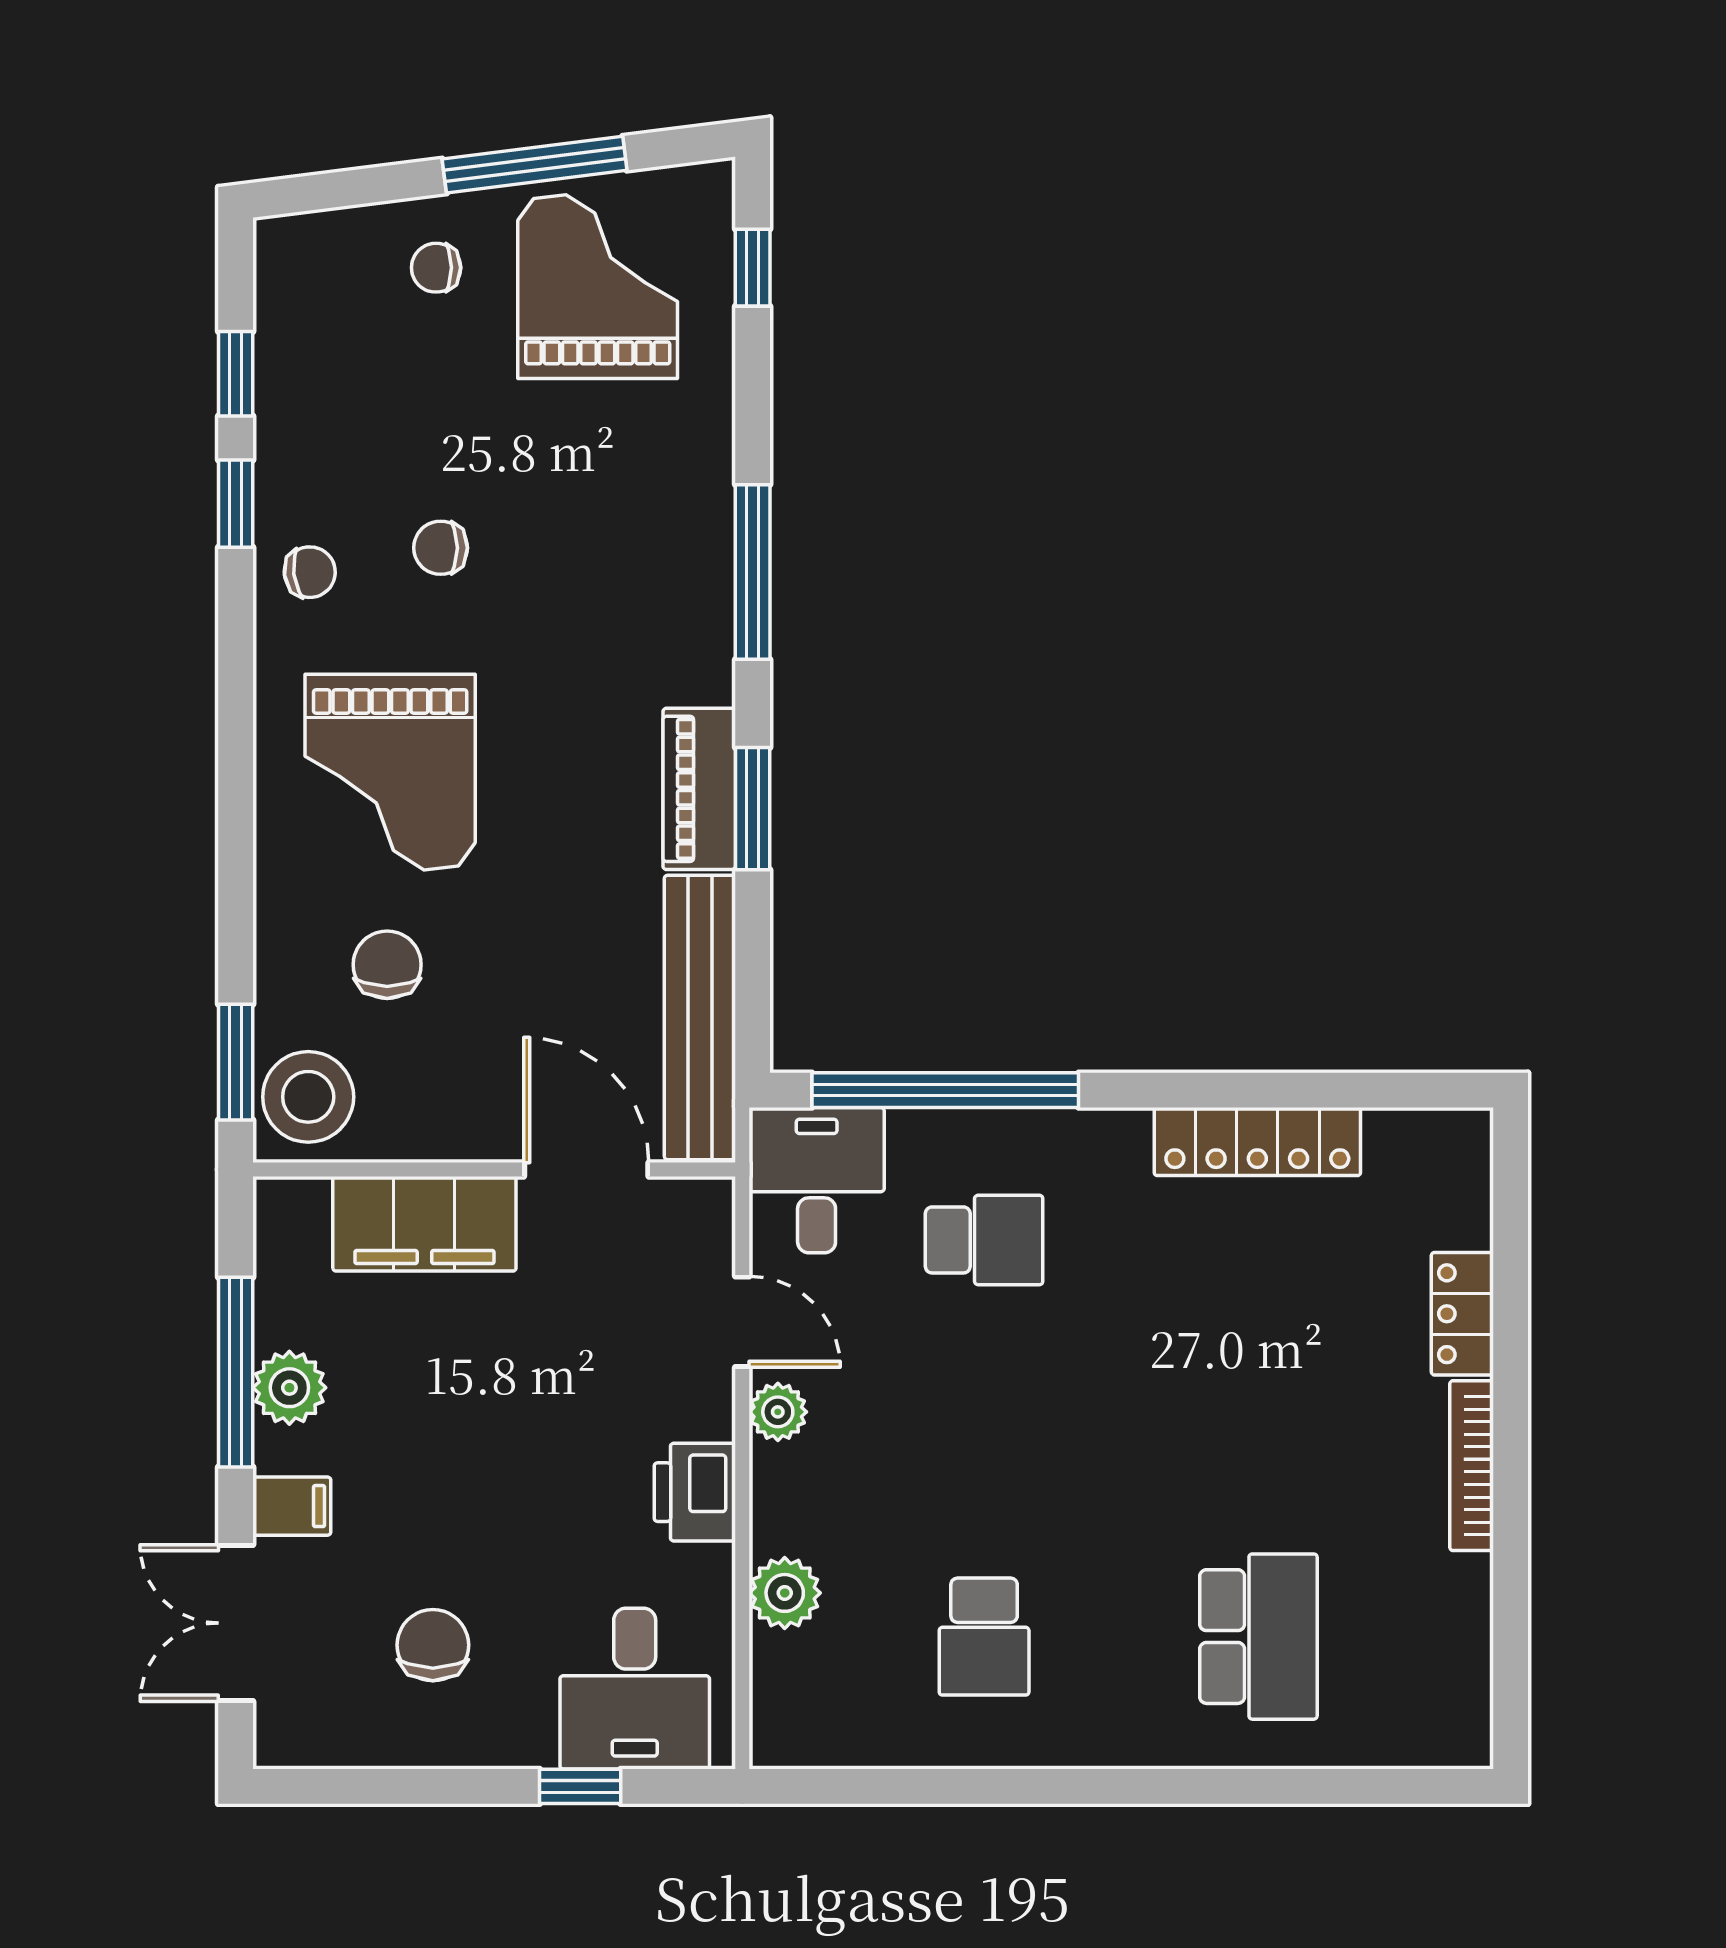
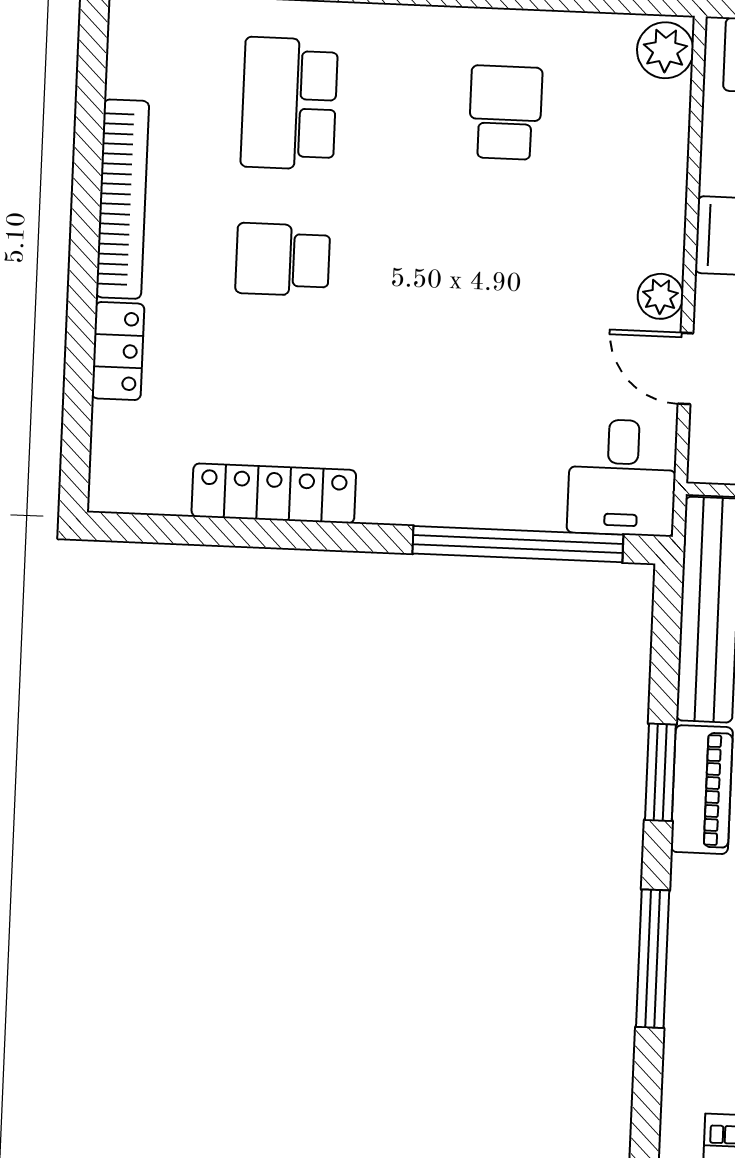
school desk: (984, 1240) -> (283, 260), moved
bookcase: (1472, 1466) -> (122, 199), width x1.48, depth x1.31
plant: (785, 1593) -> (665, 50), moved

